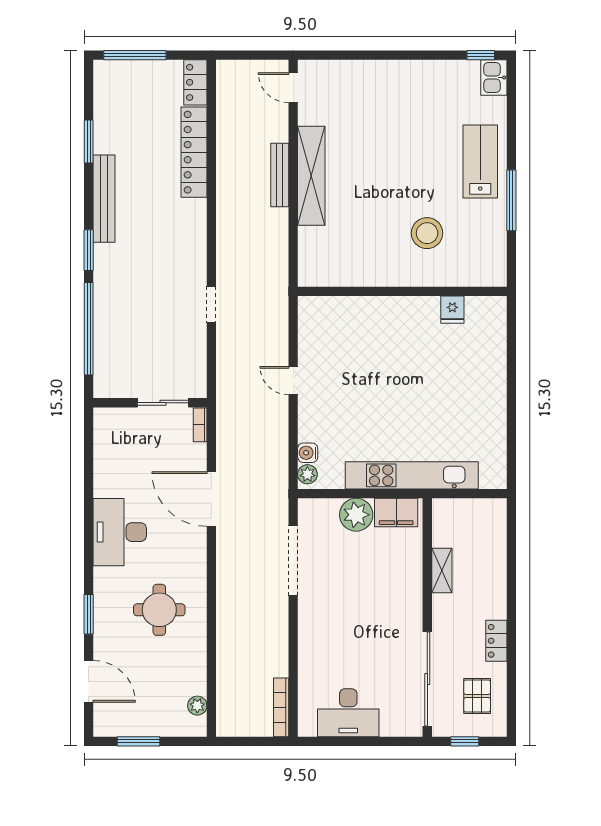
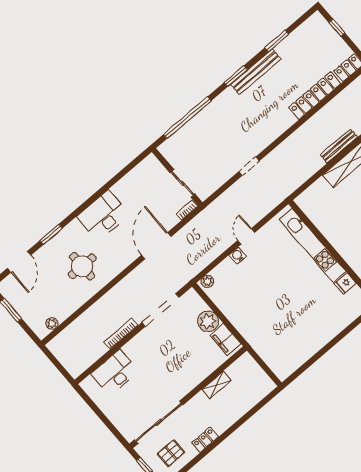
window: (135, 55) -> (337, 28), width x0.46
window: (89, 250) -> (236, 76), moved
water cooler: (308, 453) -> (238, 256), moved
kitchen unit: (412, 475) -> (313, 245), moved, turned 180
bookcase: (281, 707) -> (121, 334), moved
desk: (348, 713) -> (115, 373), moved, turned 90

